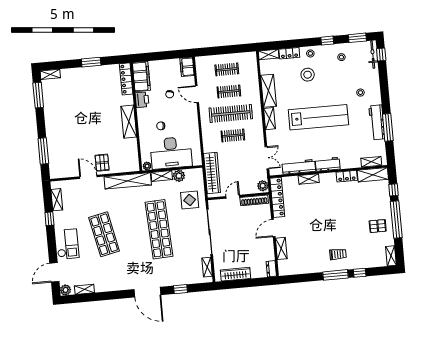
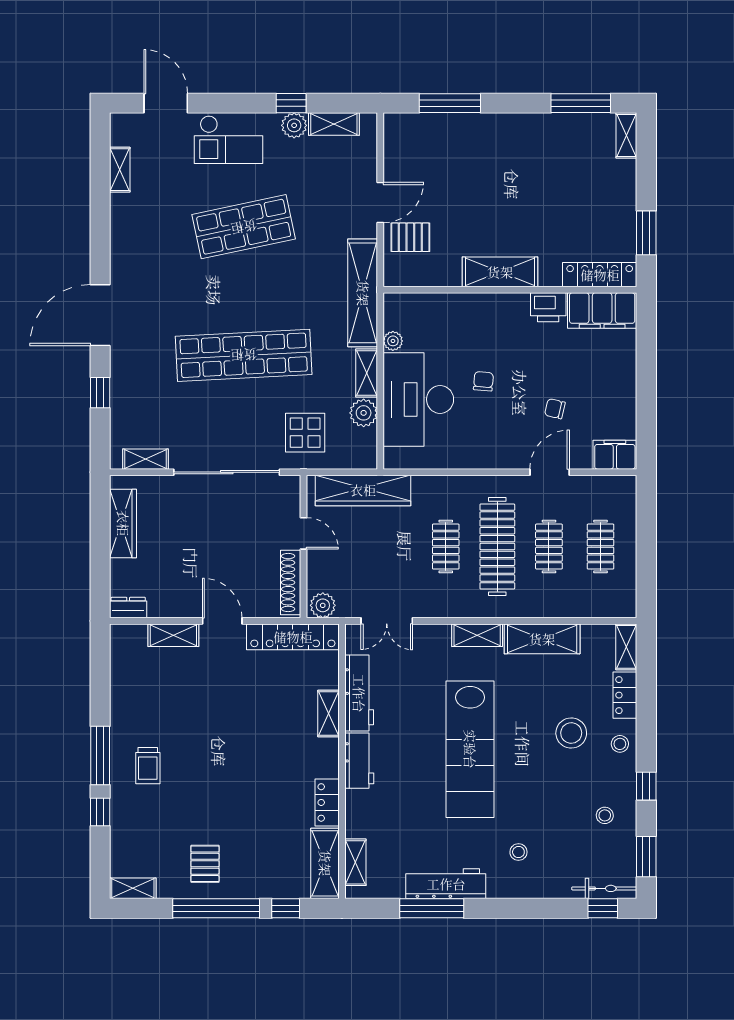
filing cabinet: (141, 76) -> (602, 311), moved
locker: (126, 79) -> (600, 275), moved
printer: (142, 100) -> (548, 307), moved
wall: (136, 117) -> (510, 290), moved
shelving: (129, 122) -> (500, 272), moved
plant: (66, 290) -> (294, 125), moved

